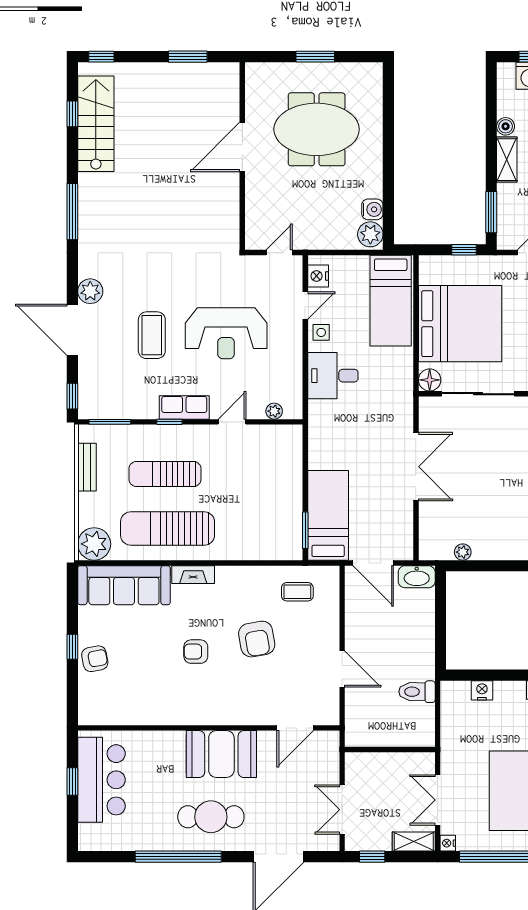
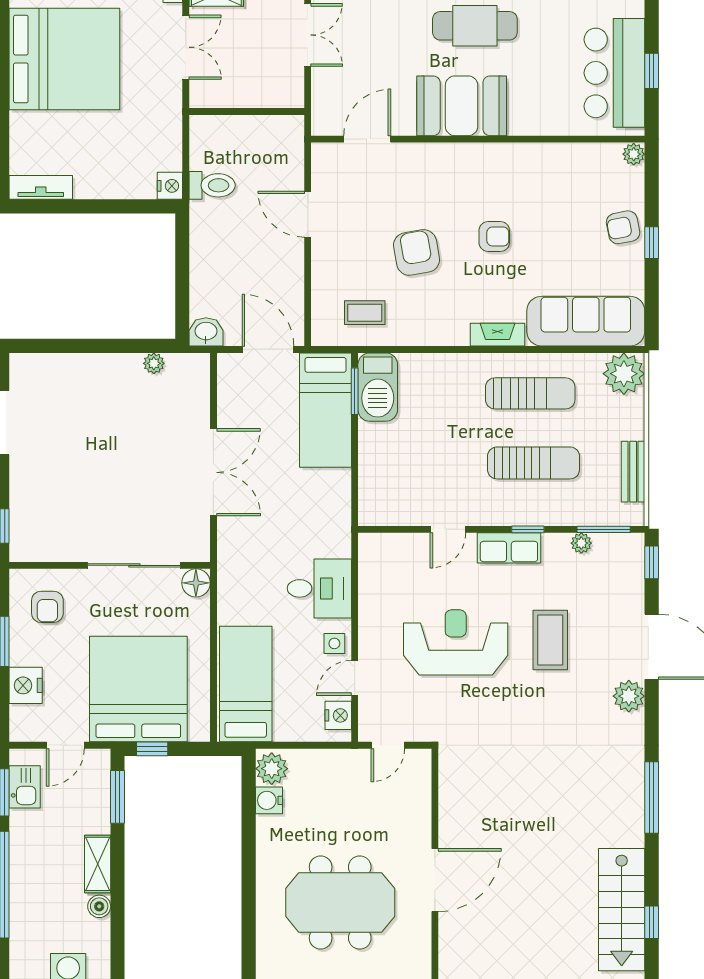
bed: (460, 324) -> (138, 689), moved, turned 90
plant: (274, 411) -> (581, 543), moved
double door: (416, 467) -> (213, 472), swing flipped
sun lounger: (168, 529) -> (530, 393), width x0.73, depth x0.75
barbecue: (287, 533) -> (378, 387), added
washbasin: (417, 577) -> (206, 332), width x0.72
nightstand: (482, 690) -> (170, 186), moved, turned -90
plant: (86, 716) -> (634, 154), added

